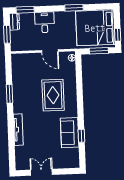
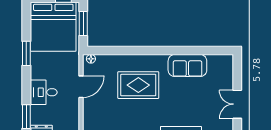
window: (81, 136) -> (192, 50), removed

